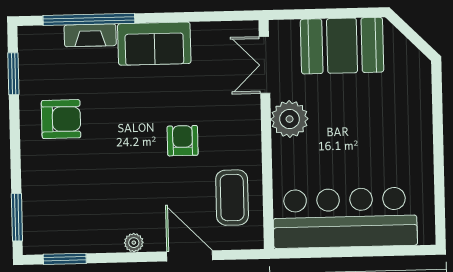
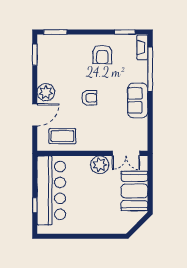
fireplace: (90, 35) -> (142, 47), moved
double door: (265, 65) -> (126, 153), swing flipped
armchair: (183, 141) -> (89, 98), moved
plant: (134, 243) -> (46, 92), width x1.88, depth x1.88
window: (376, 251) -> (35, 205), added

